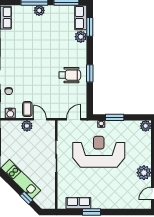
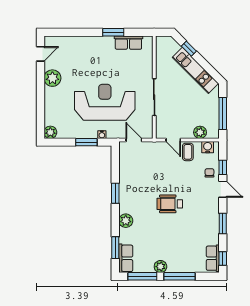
plant: (39, 10) -> (160, 267), moved
plant: (81, 37) -> (126, 221), moved
wheelchair: (70, 75) -> (170, 204), moved
door: (74, 119) -> (134, 140), swing flipped
plant: (27, 126) -> (200, 132), moved
reception desk: (99, 152) -> (105, 102), turned 180

